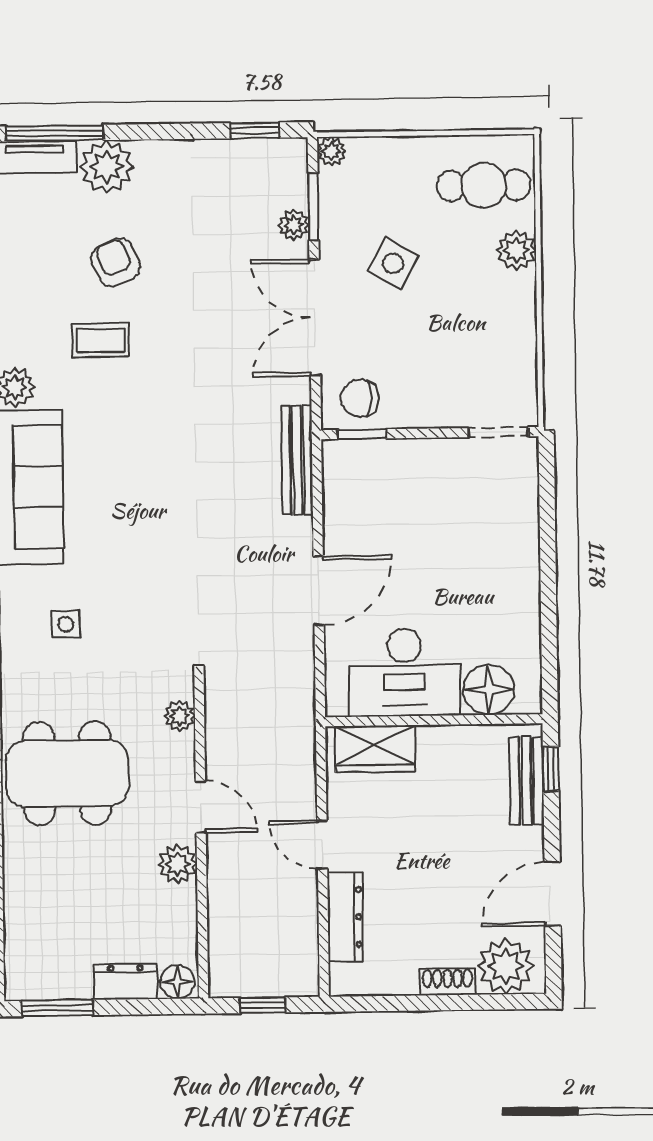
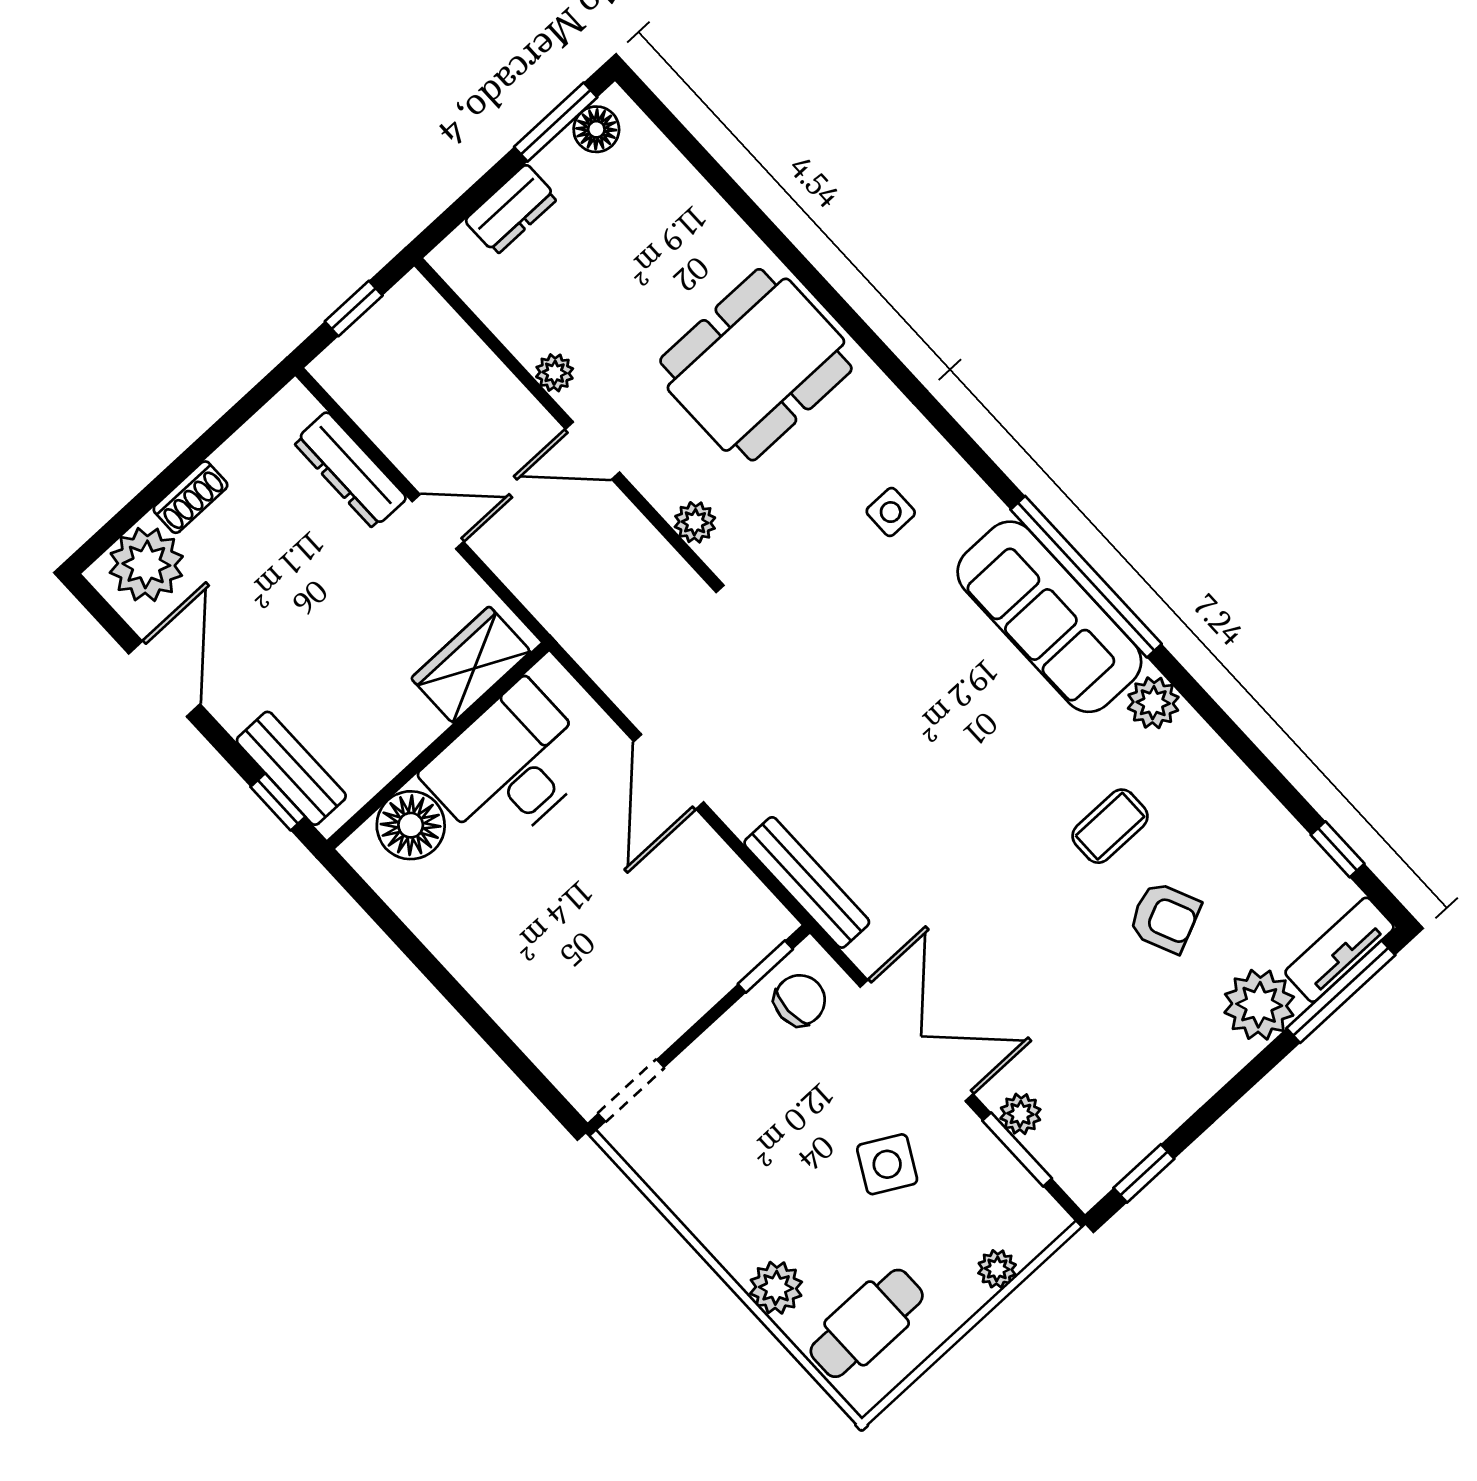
plant: (331, 151) -> (997, 1269), moved
plant: (178, 864) -> (555, 373), width x0.73, depth x0.73
floor lamp: (177, 982) -> (596, 129), moved

